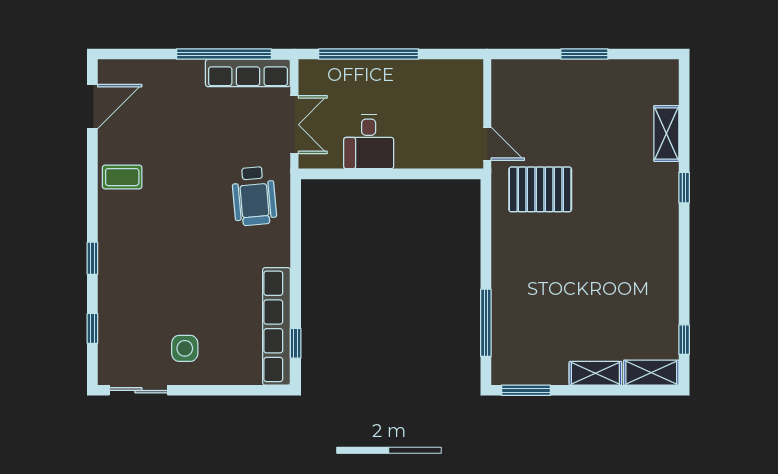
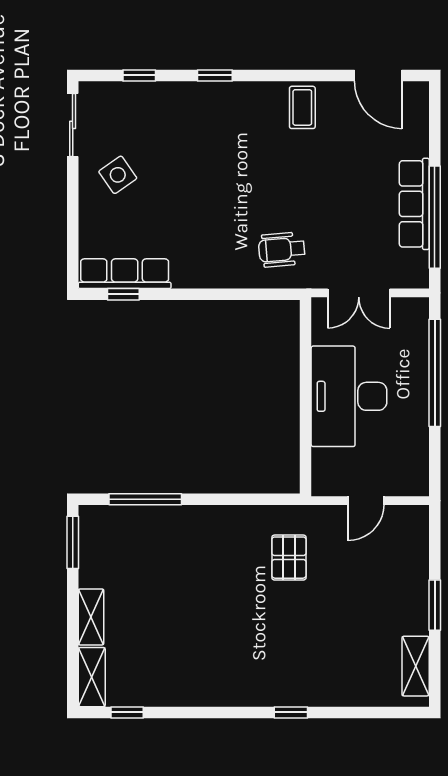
row of seats: (248, 73) -> (414, 204), moved
shelving: (666, 133) -> (416, 666), moved, turned 90
desk: (369, 142) -> (349, 396), width x1.87, depth x1.30
door: (487, 144) -> (366, 501), moved
pallet: (540, 189) -> (289, 558), width x0.67, depth x0.71
wheelchair: (254, 196) -> (282, 250), width x0.73, depth x0.73
row of seats: (277, 326) -> (125, 274), width x0.73
side table: (185, 348) -> (118, 175), turned -35

